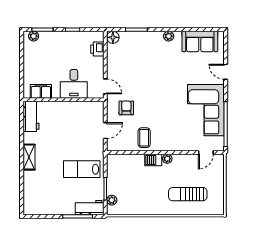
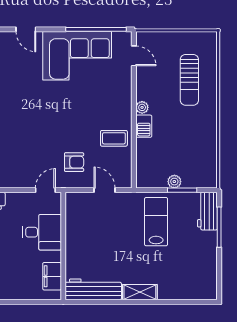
door: (226, 72) -> (26, 29), hinge flipped
armchair: (126, 108) -> (74, 162), turned 180
workbench: (31, 116) -> (93, 289), width x1.38
lab bench: (82, 169) -> (156, 222), turned 180
plant: (112, 200) -> (174, 182), moved

